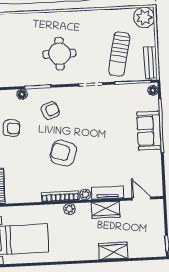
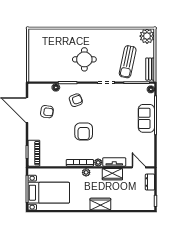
armchair: (63, 153) -> (84, 131), turned -110
dresser: (158, 218) -> (150, 182), added
wardrobe: (113, 251) -> (100, 204), moved

